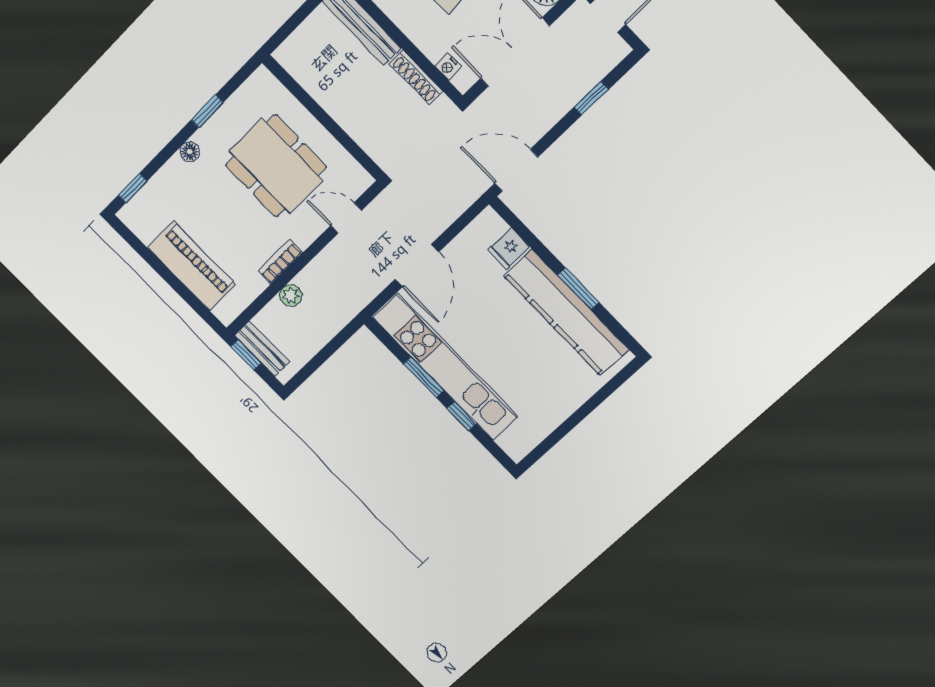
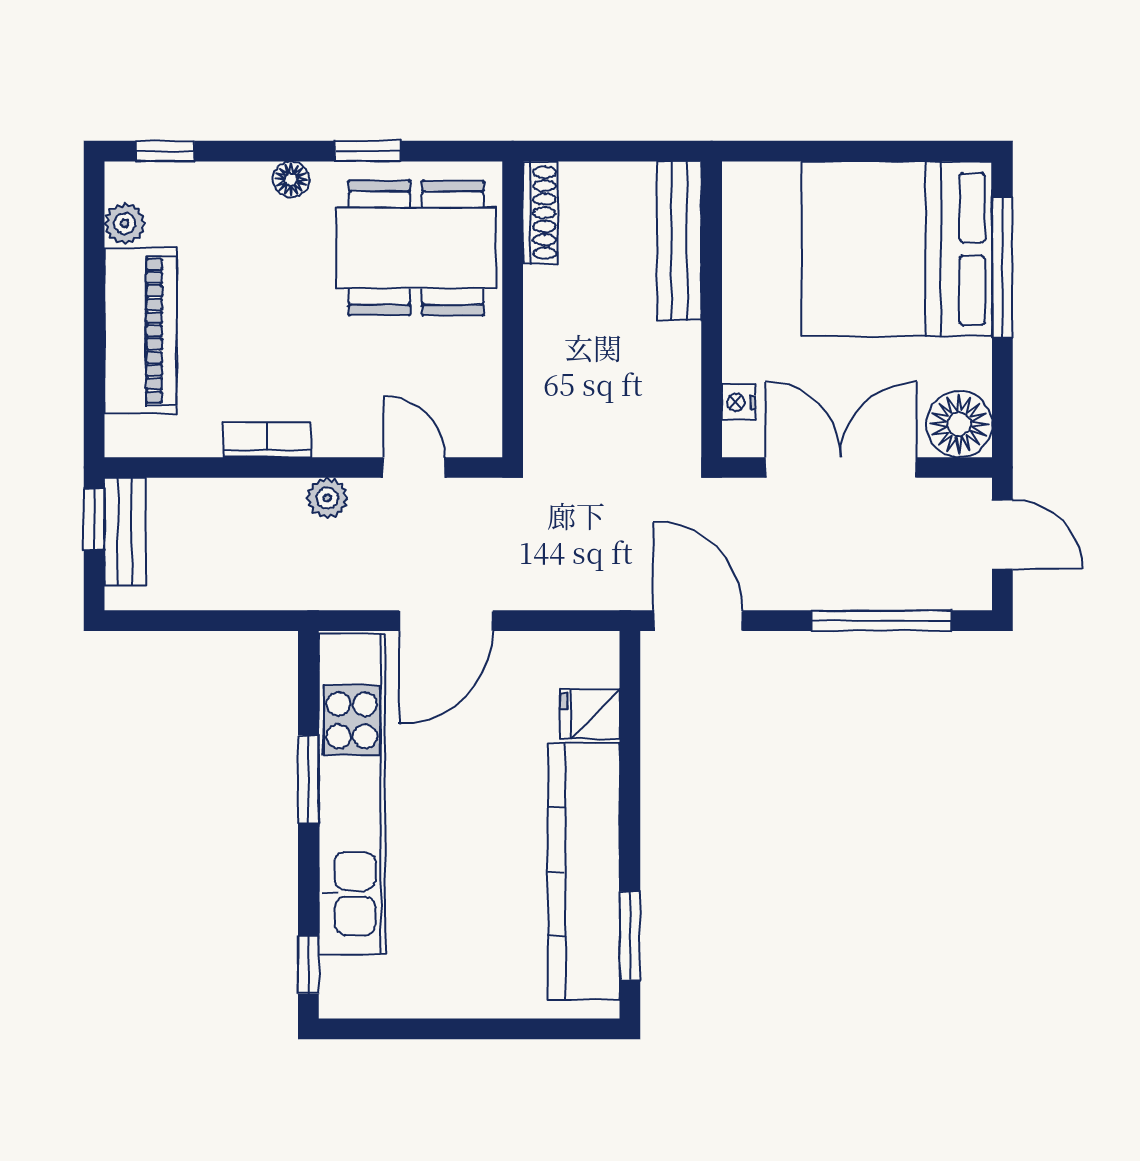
shoe rack: (416, 77) -> (540, 213), moved, turned 180
window: (591, 98) -> (881, 621), width x2.17
dining table: (276, 166) -> (416, 248), moved, turned 90
plant: (146, 231) -> (125, 223), added
window: (578, 289) -> (630, 936), moved
plant: (291, 295) -> (327, 498), moved
window: (462, 416) -> (308, 965), moved

